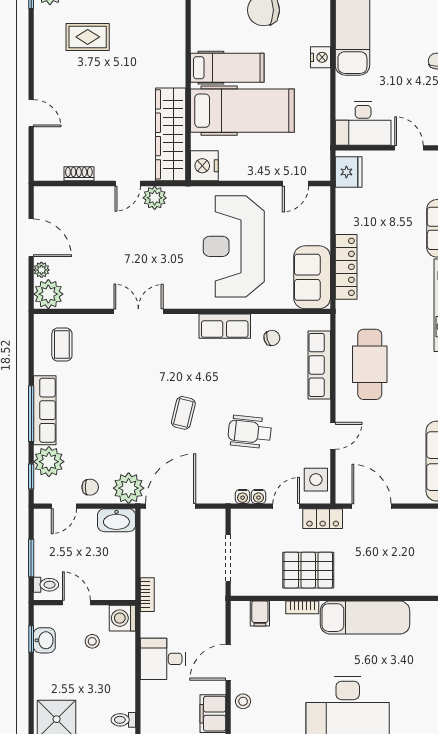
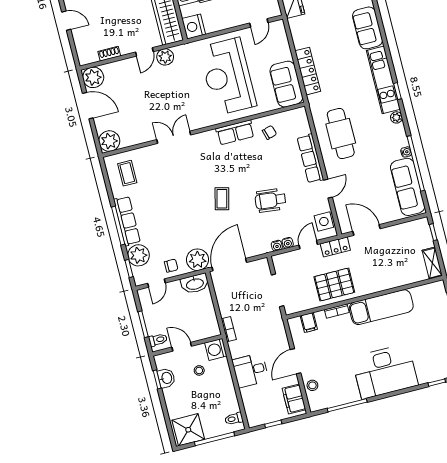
plant: (41, 270) -> (93, 77), moved, width x1.87, depth x1.87
row of seats: (319, 365) -> (310, 158), moved

